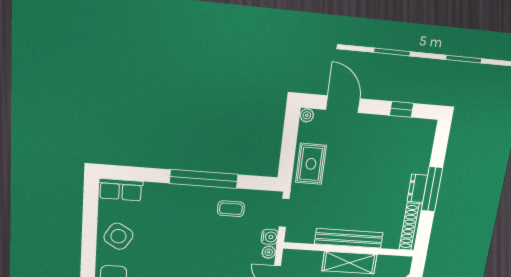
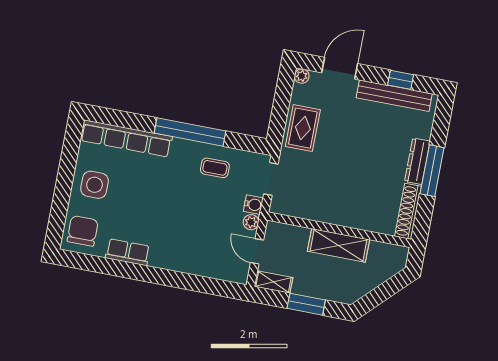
door: (343, 104) -> (340, 68), hinge flipped
dresser: (417, 188) -> (417, 161), width x1.44
row of seats: (121, 190) -> (126, 138), width x2.02
side table: (118, 236) -> (94, 185), turned -31
bench: (349, 238) -> (394, 96), moved

